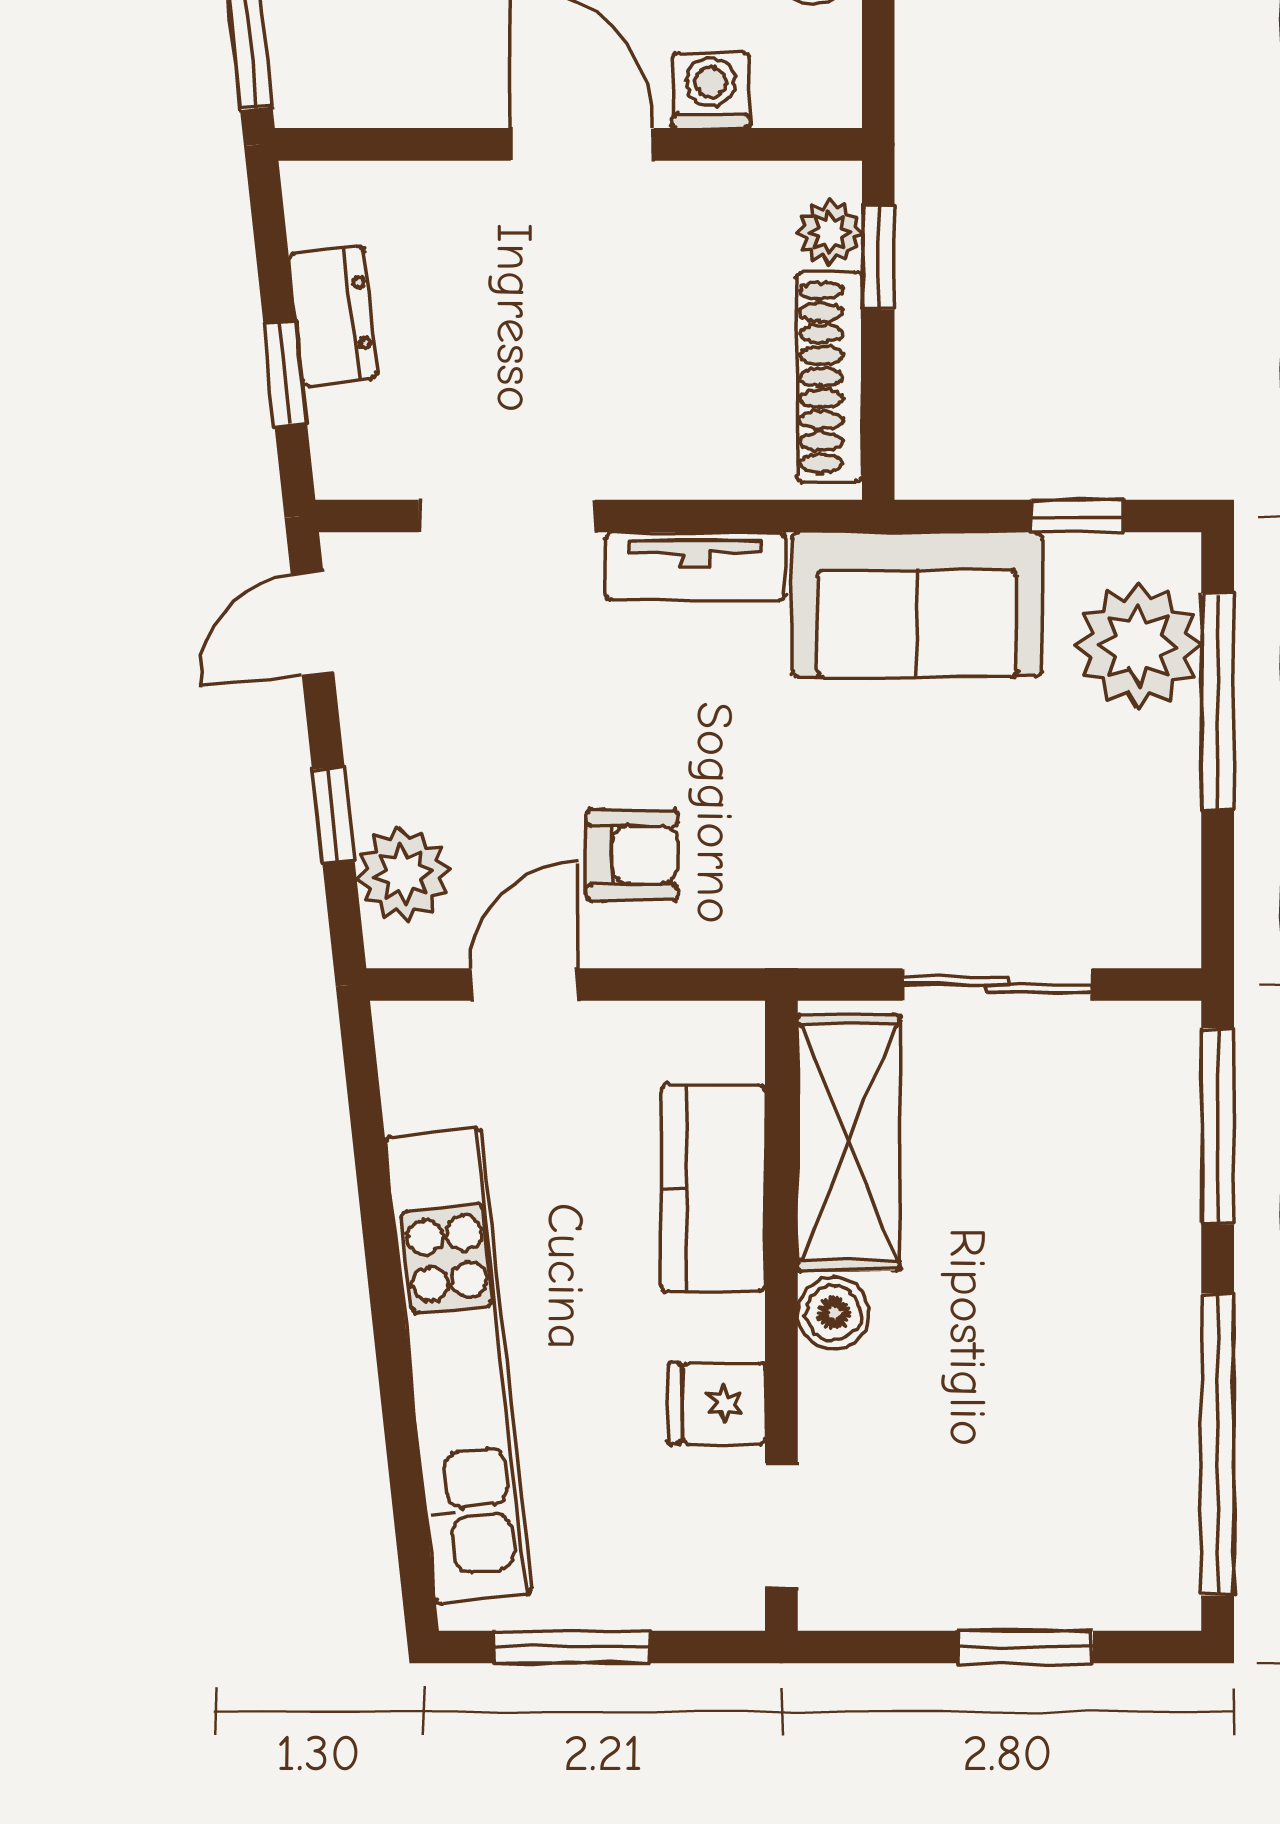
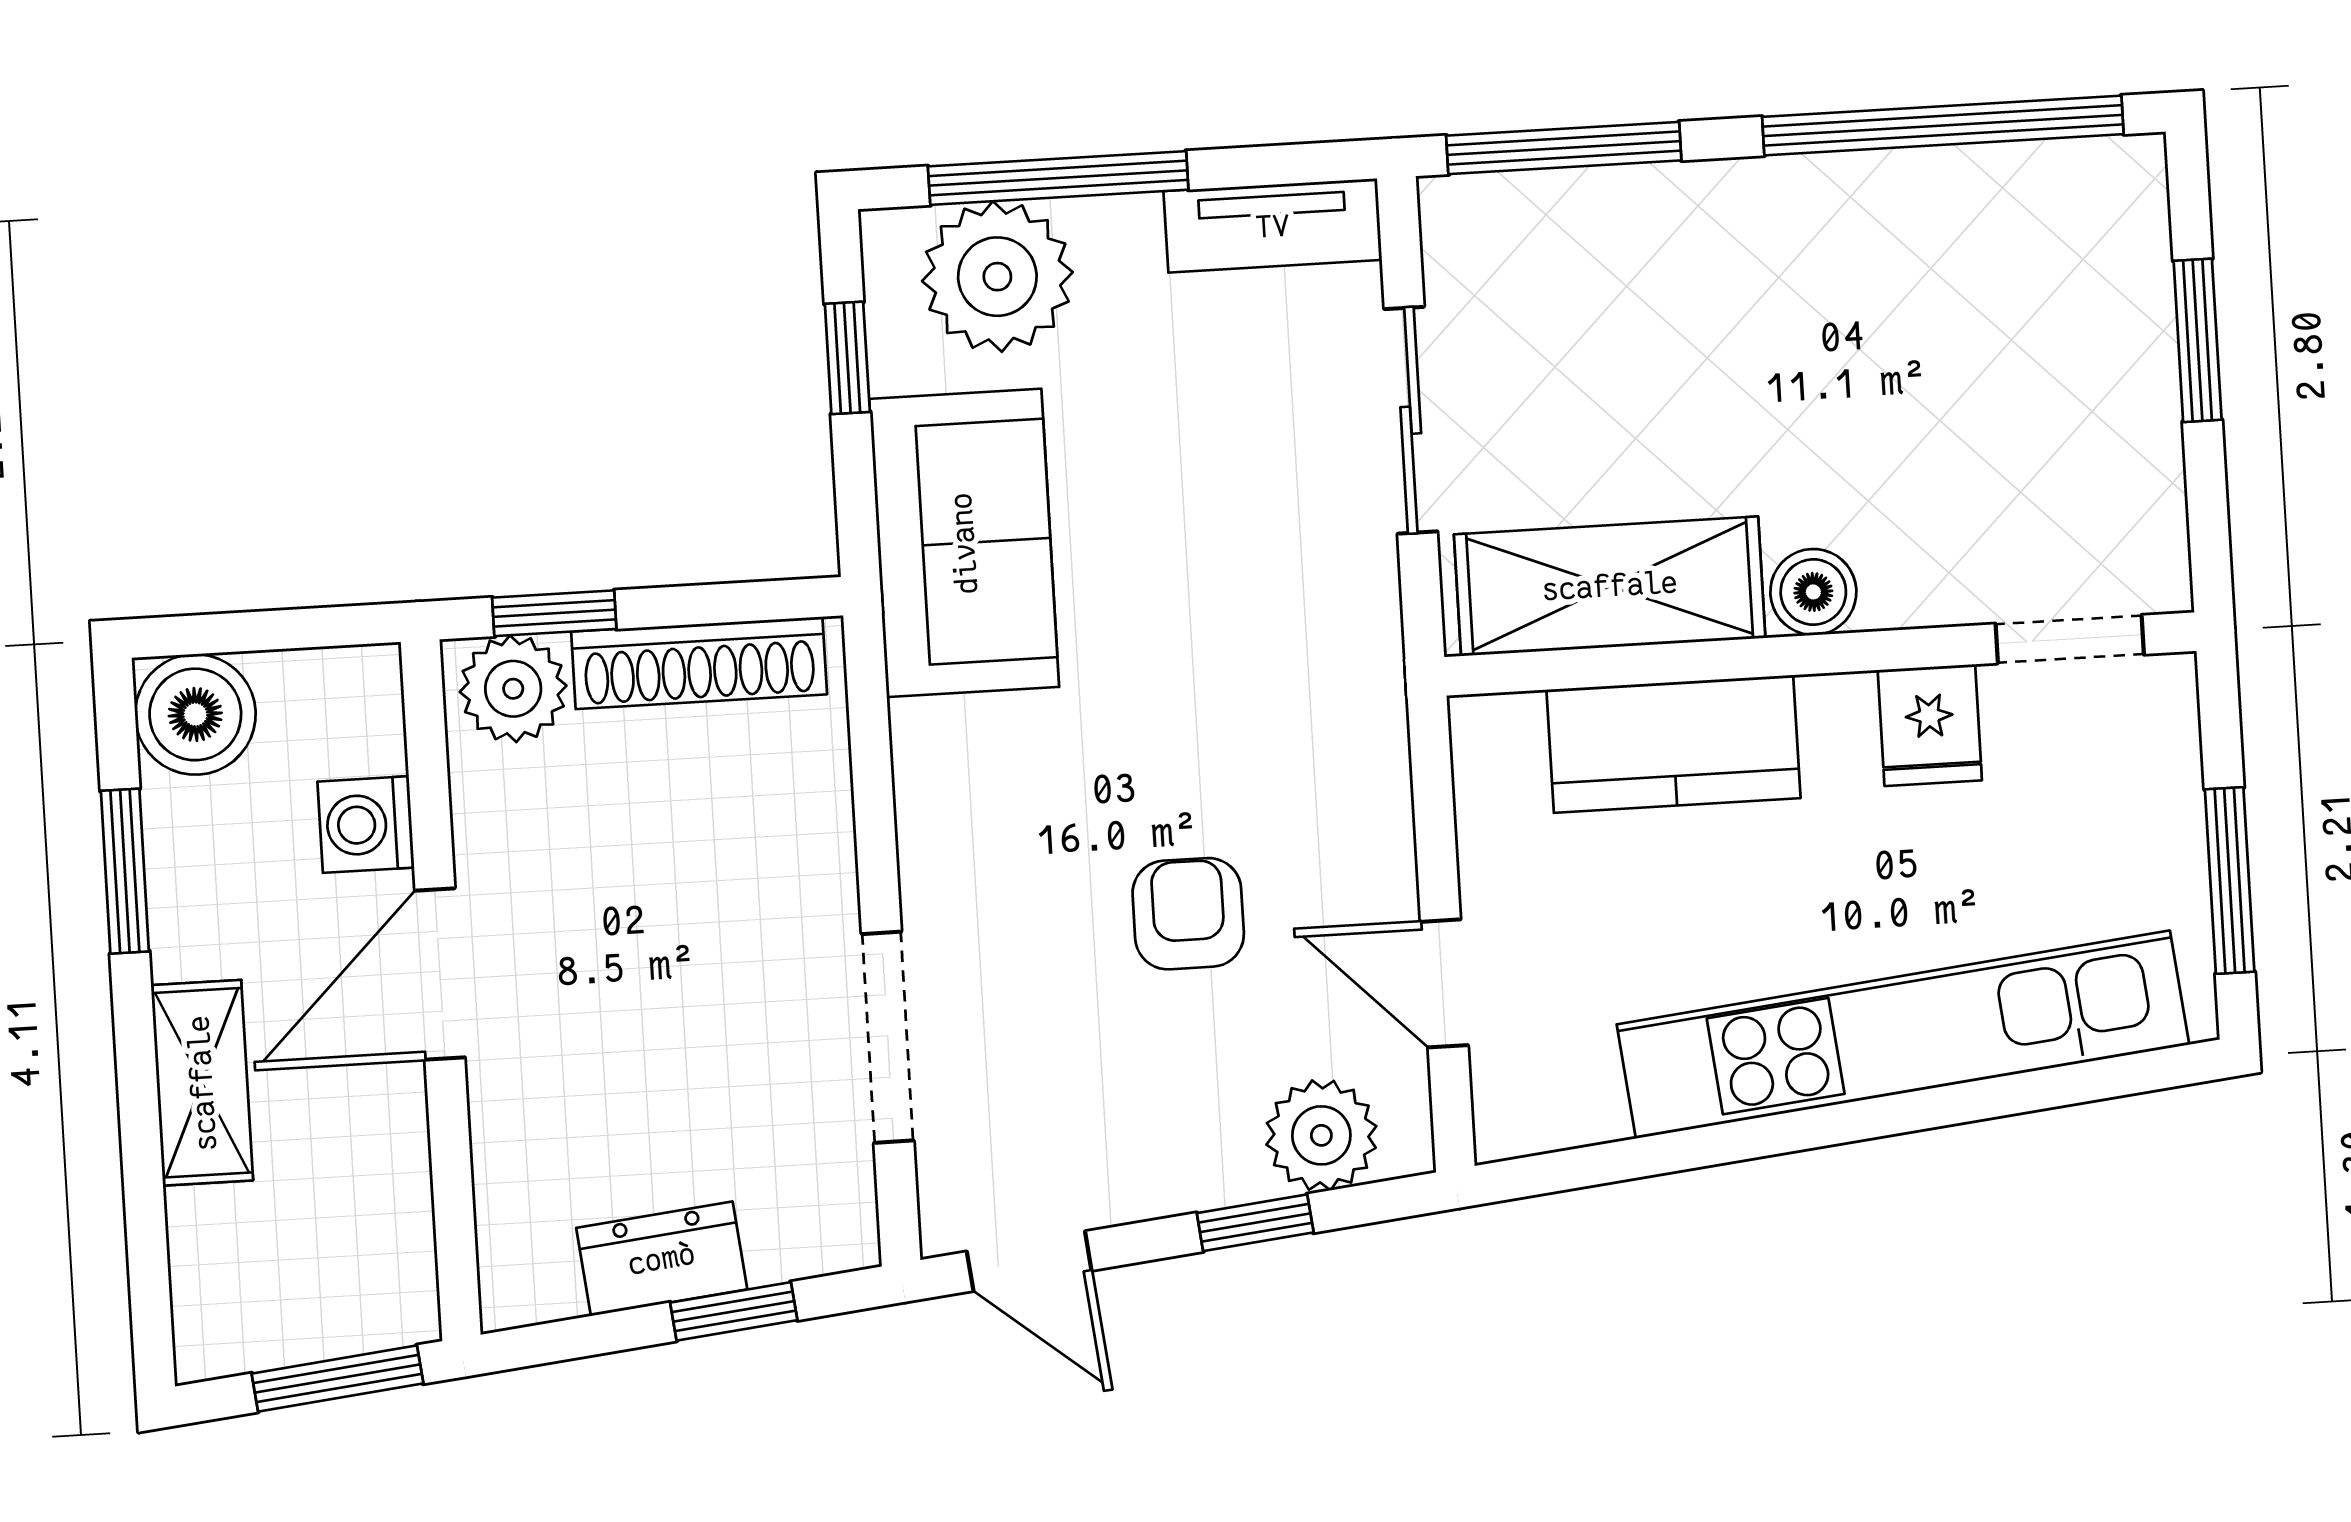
plant: (829, 232) -> (513, 689), width x1.38, depth x1.38
tv unit: (695, 566) -> (1273, 226), moved, turned 90
armchair: (632, 855) -> (1188, 914), moved

